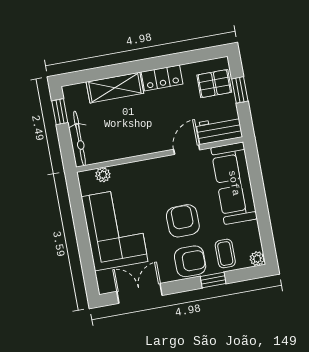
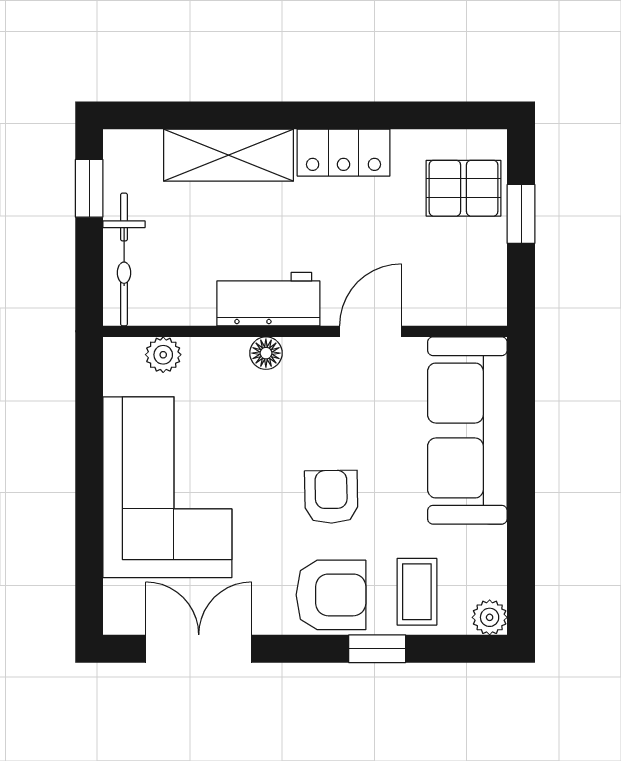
workbench: (219, 130) -> (268, 299), moved
floor lamp: (145, 166) -> (266, 353), added
armchair: (183, 221) -> (331, 497), width x0.72, depth x0.72

